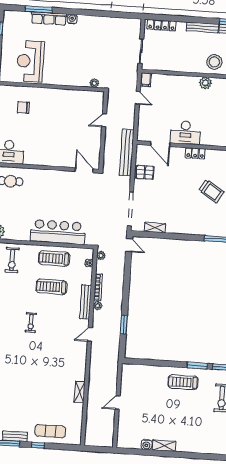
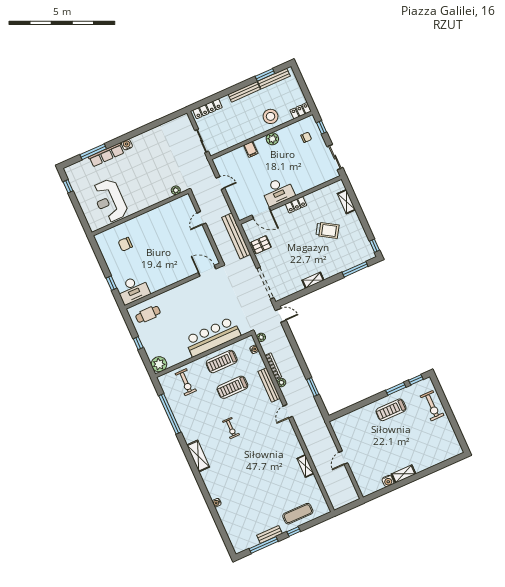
filing cabinet: (146, 80) -> (251, 149), moved
shelving: (155, 228) -> (313, 280), moved

